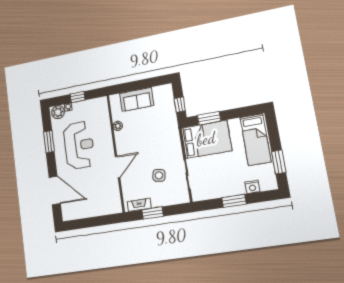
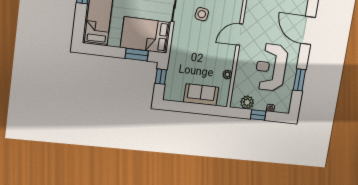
plant: (58, 112) -> (247, 102), moved

